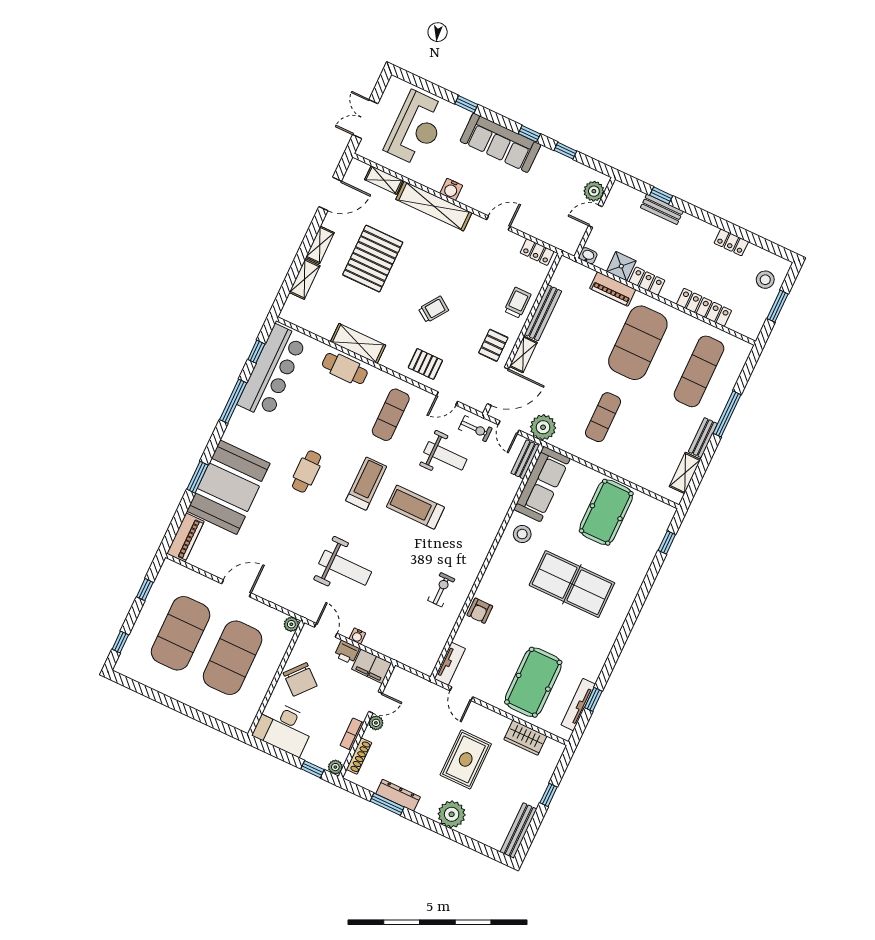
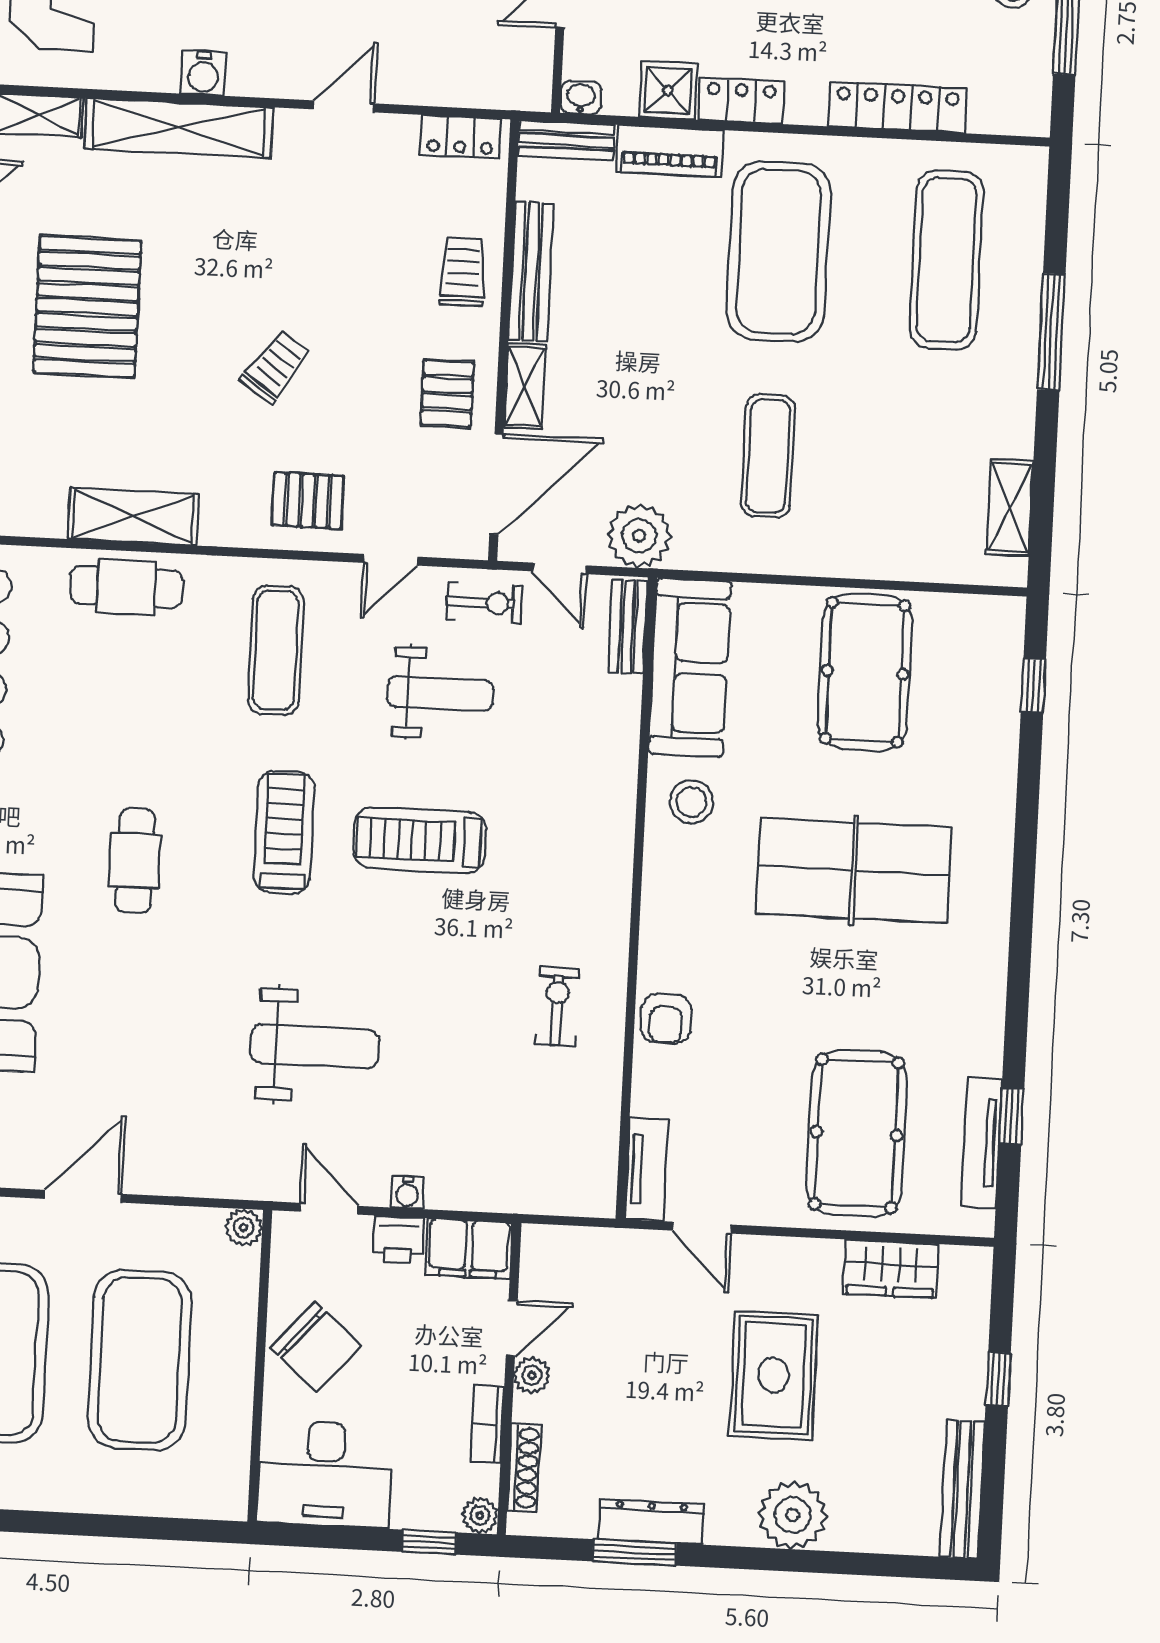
bench: (703, 438) -> (566, 140), moved, turned 90

